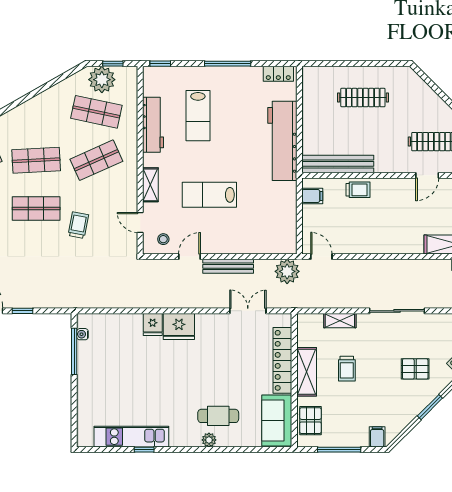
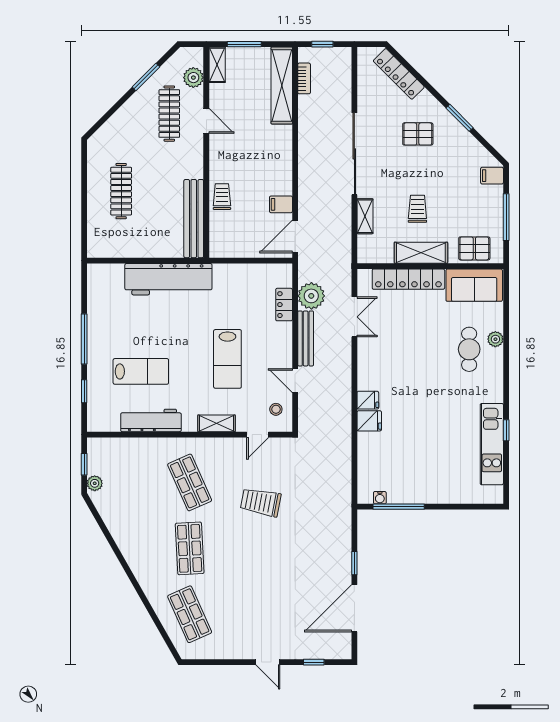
window: (160, 64) -> (84, 391), moved
locker: (278, 74) -> (284, 305), moved, turned 180
plant: (102, 80) -> (95, 483), width x0.53, depth x0.53
shop shelf: (96, 112) -> (137, 482), removed
filing cabinet: (312, 196) -> (281, 204), moved, turned -90
shop shelf: (36, 209) -> (242, 548), removed
trolley: (78, 225) -> (261, 502), width x1.36, depth x1.39
door: (321, 257) -> (295, 237), width x1.38
plant: (287, 271) -> (311, 296), moved
double door: (248, 311) -> (354, 317), swing flipped
sliding door: (397, 311) -> (354, 154), width x1.36
fridge: (179, 327) -> (368, 400), width x0.53, depth x0.75
trolley: (347, 369) -> (417, 209), turned -90
pallet: (415, 369) -> (418, 134), turned 90
plant: (209, 440) -> (495, 339), moved

